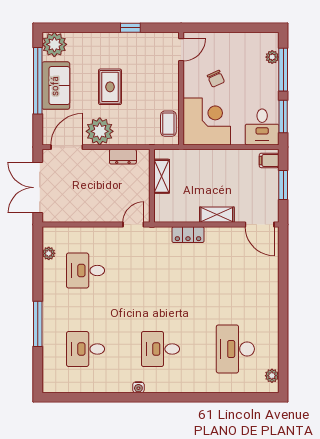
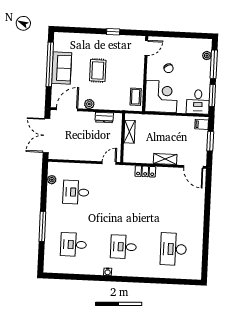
plant: (54, 44) -> (62, 41), removed
plant: (100, 131) -> (89, 104), width x0.53, depth x0.53
plant: (272, 376) -> (197, 268), removed

